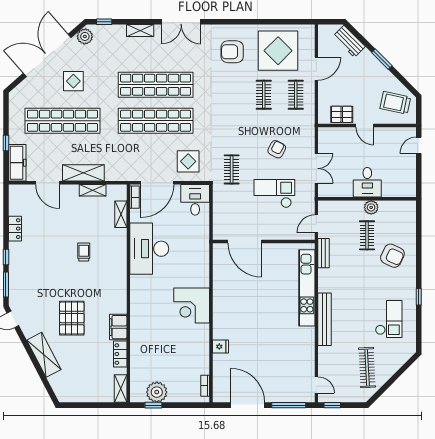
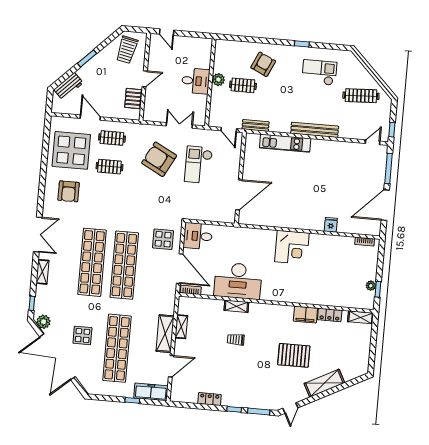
armchair: (277, 149) -> (159, 159), width x1.88, depth x1.88
clothes rail: (232, 169) -> (174, 201), removed
shelving: (121, 214) -> (236, 306), moved
kitchen unit: (307, 288) -> (285, 143), width x0.73
plant: (157, 392) -> (371, 286), width x0.53, depth x0.53

